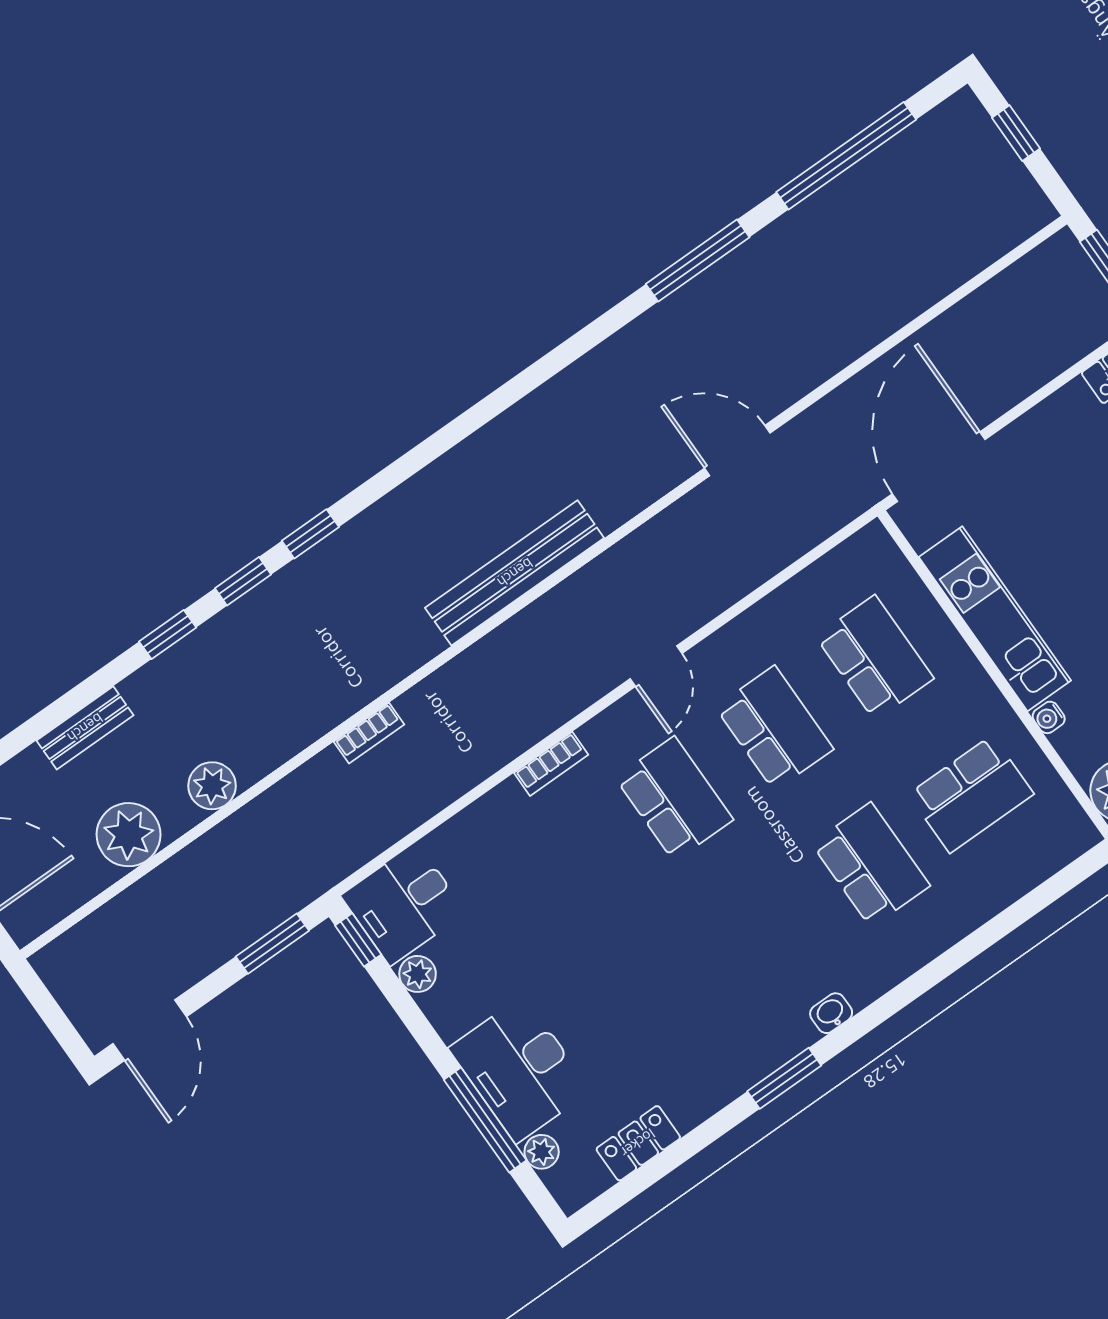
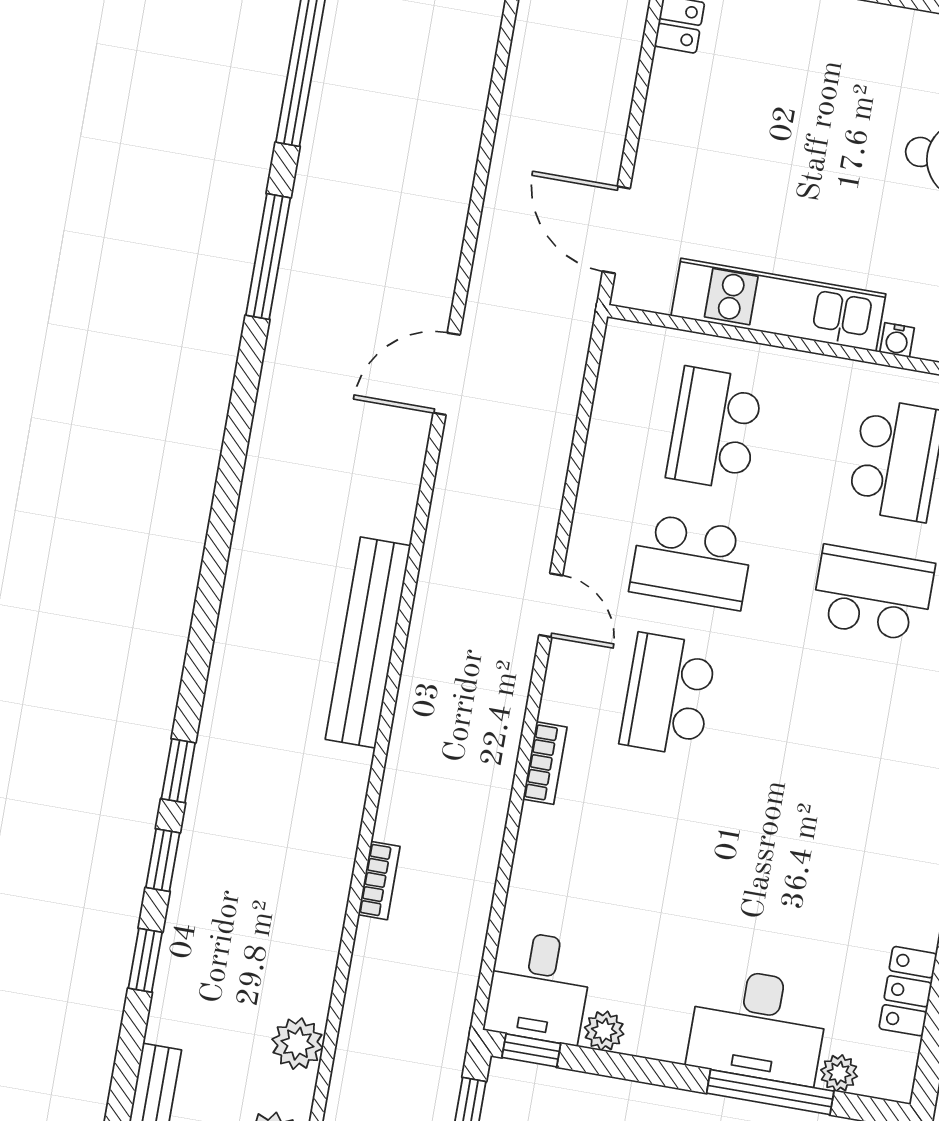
door: (939, 467) -> (616, 230), width x0.73
school desk: (875, 657) -> (715, 429), turned -90
school desk: (774, 728) -> (691, 562), turned 180
school desk: (674, 799) -> (668, 695), turned -90

